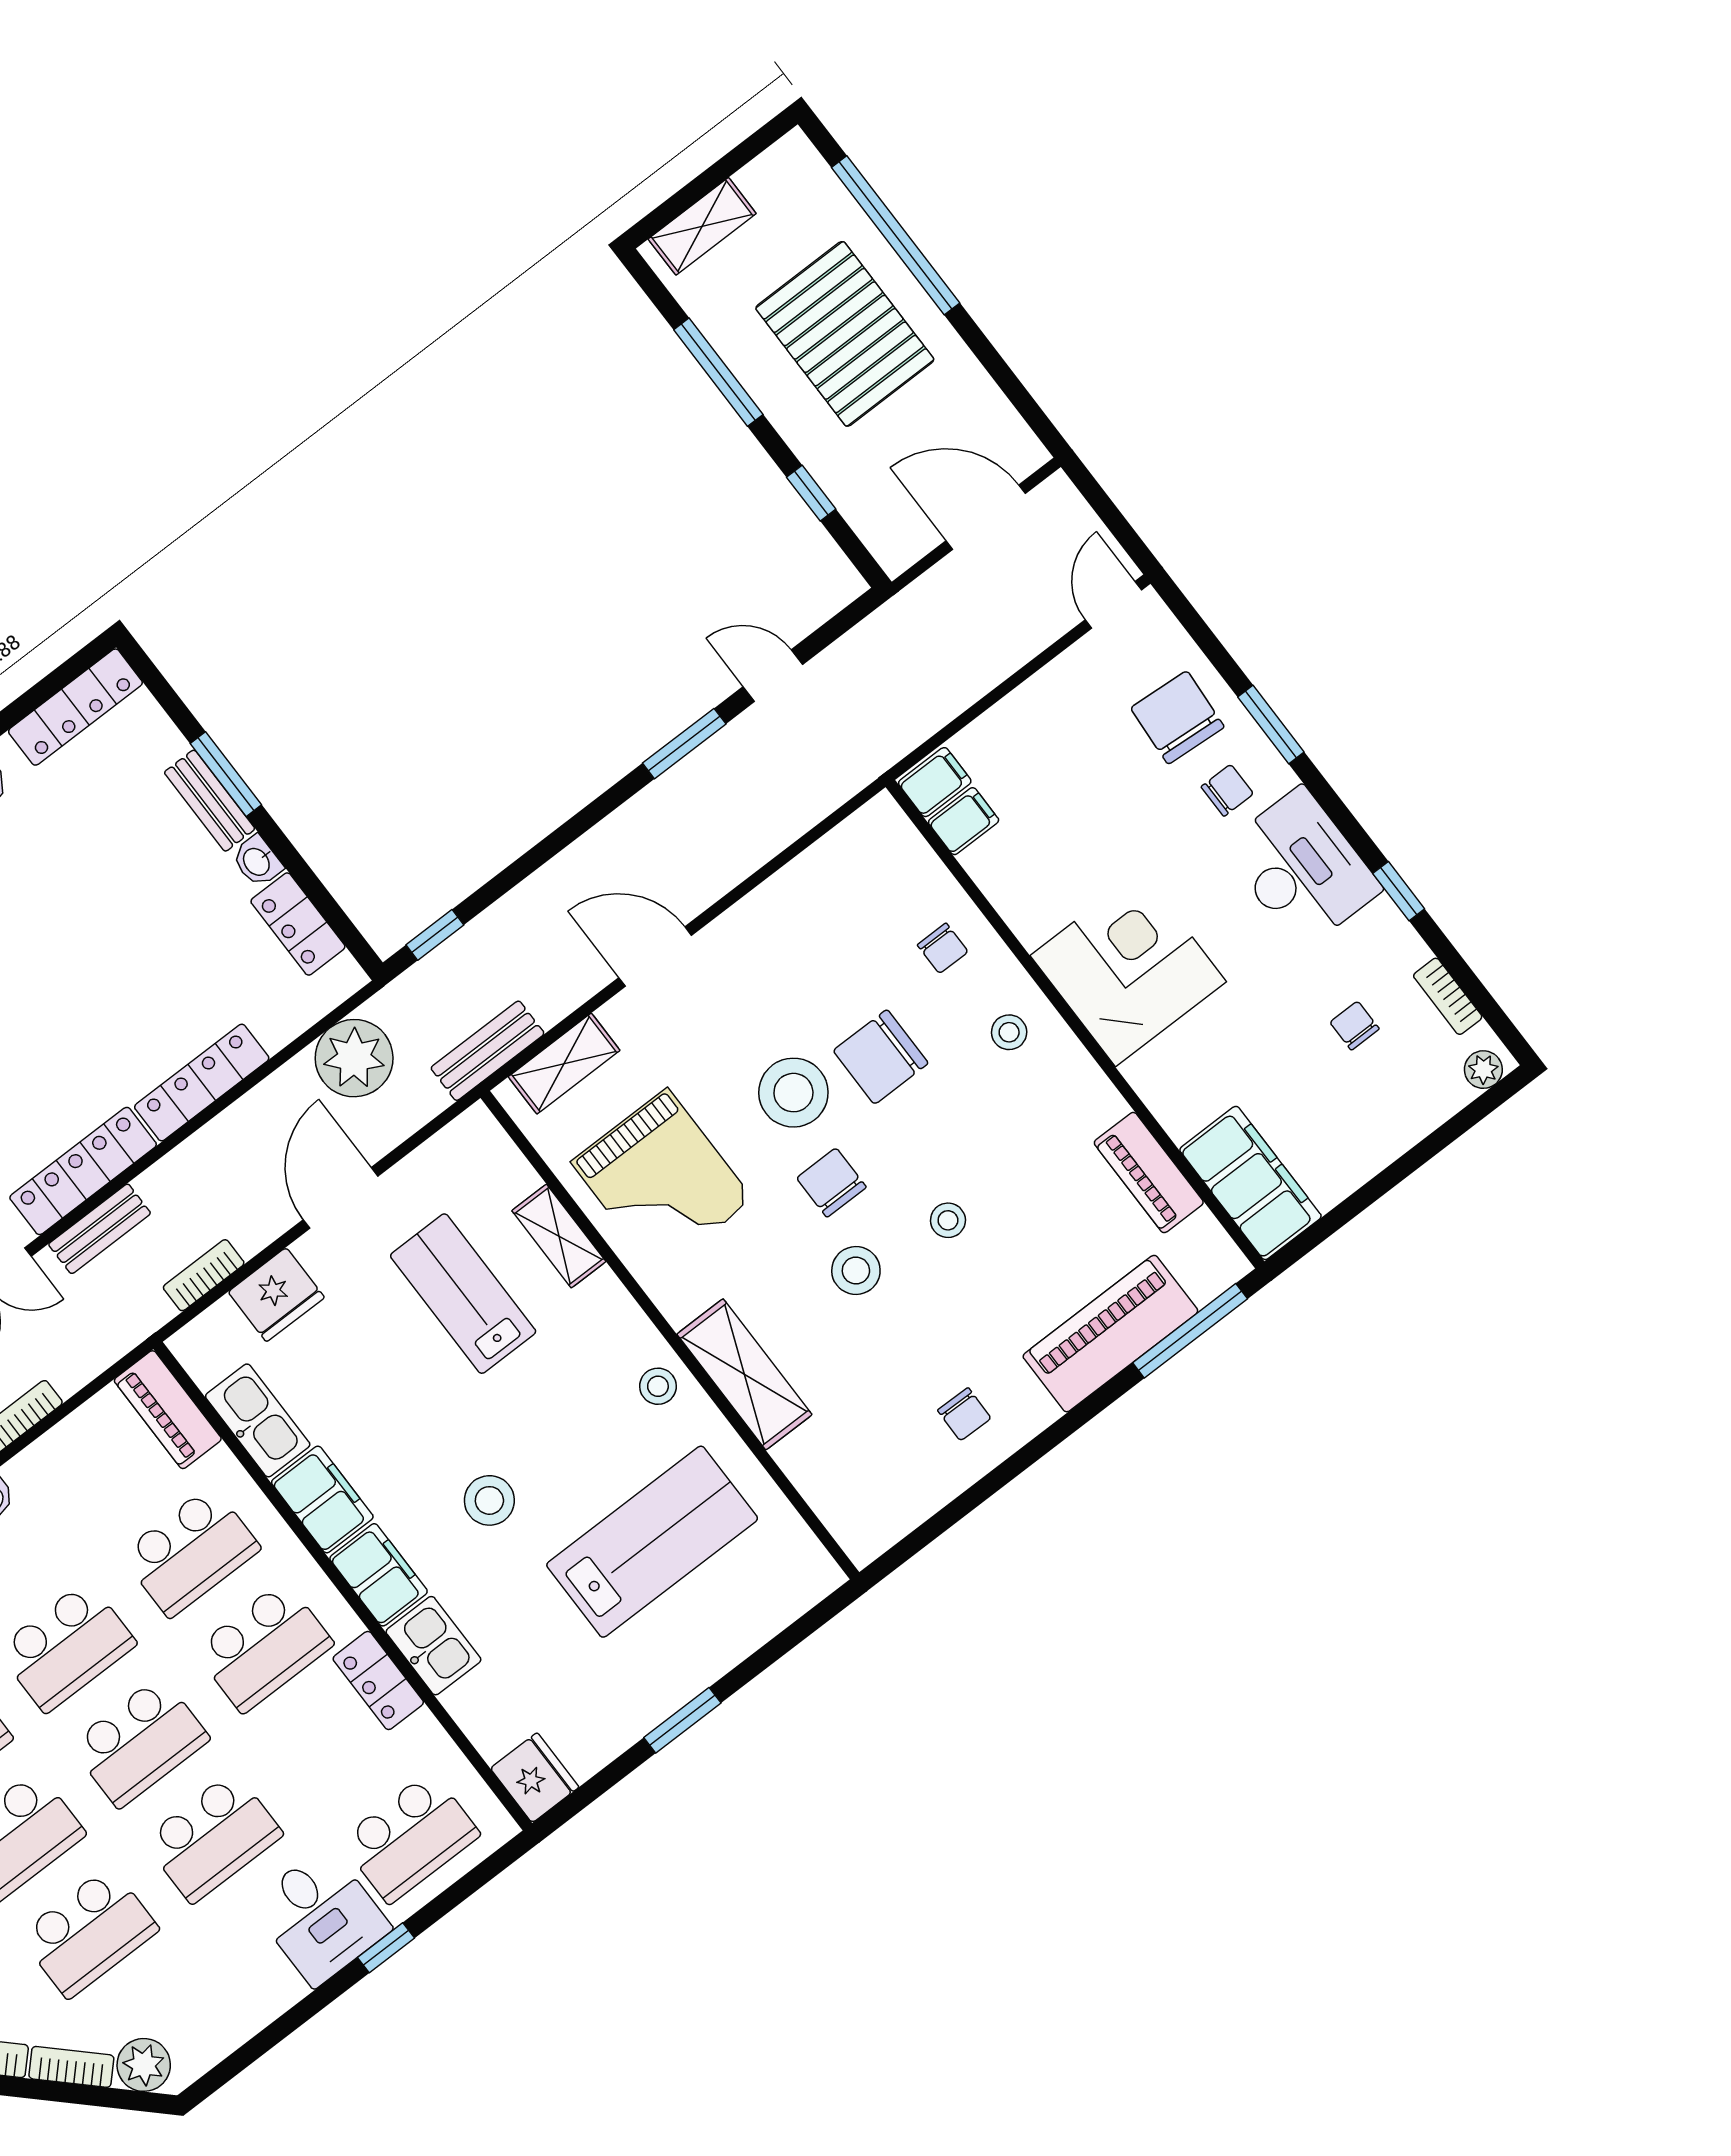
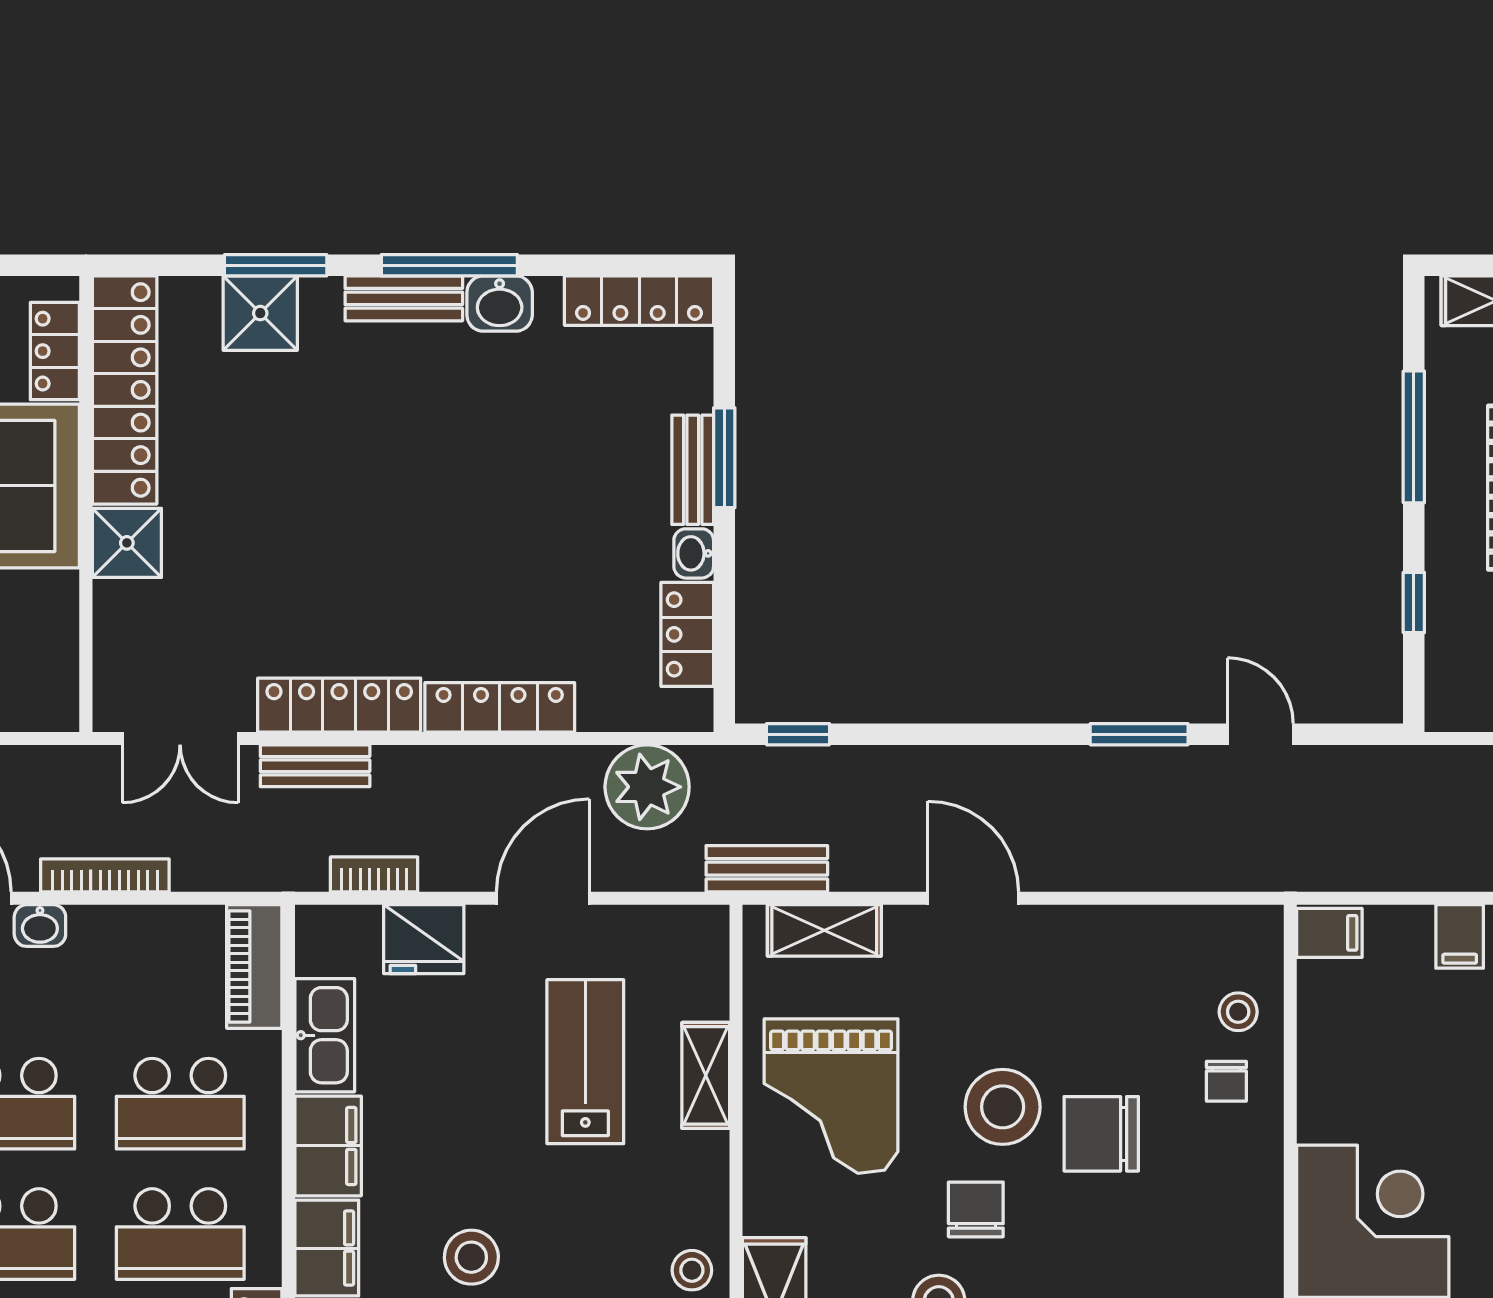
filing cabinet: (964, 821) -> (1460, 936), moved, turned 90
stool: (1009, 1032) -> (1238, 1012), moved

